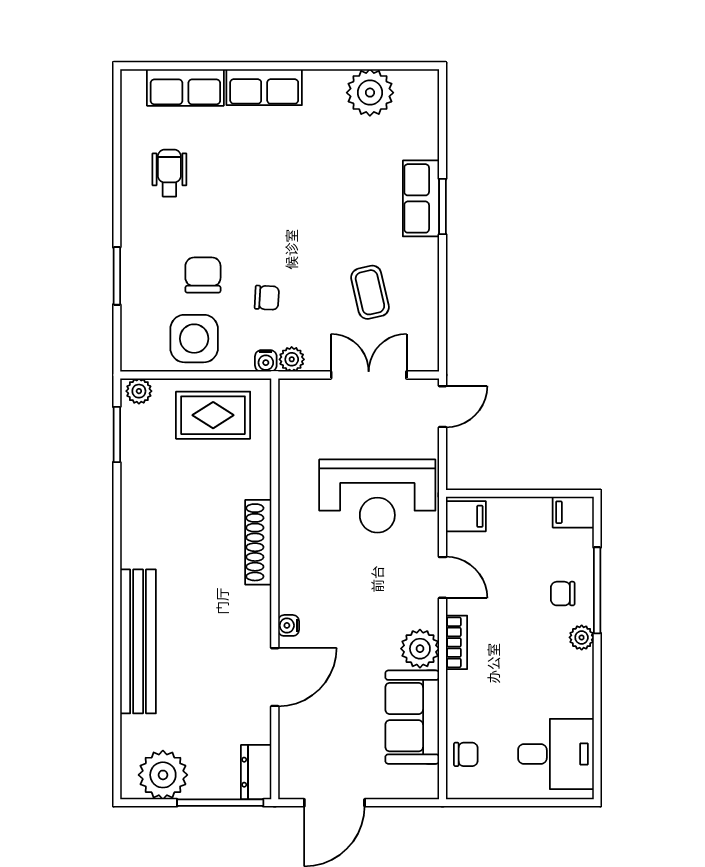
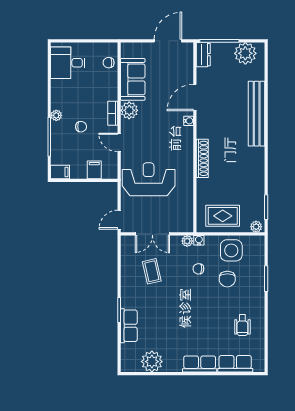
row of seats: (421, 198) -> (129, 326), moved
filing cabinet: (466, 516) -> (94, 170), moved, turned 90
chair: (563, 594) -> (81, 127), moved

